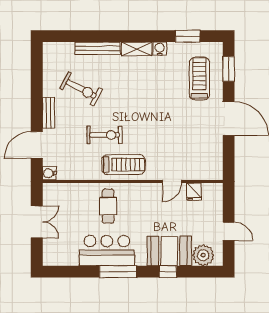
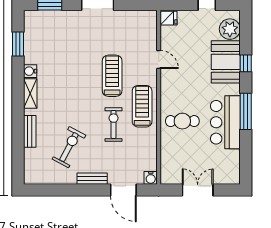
bench: (97, 48) -> (30, 131), width x0.73
treadmill: (199, 79) -> (112, 76), moved, turned 90
fridge: (194, 192) -> (168, 18), moved

